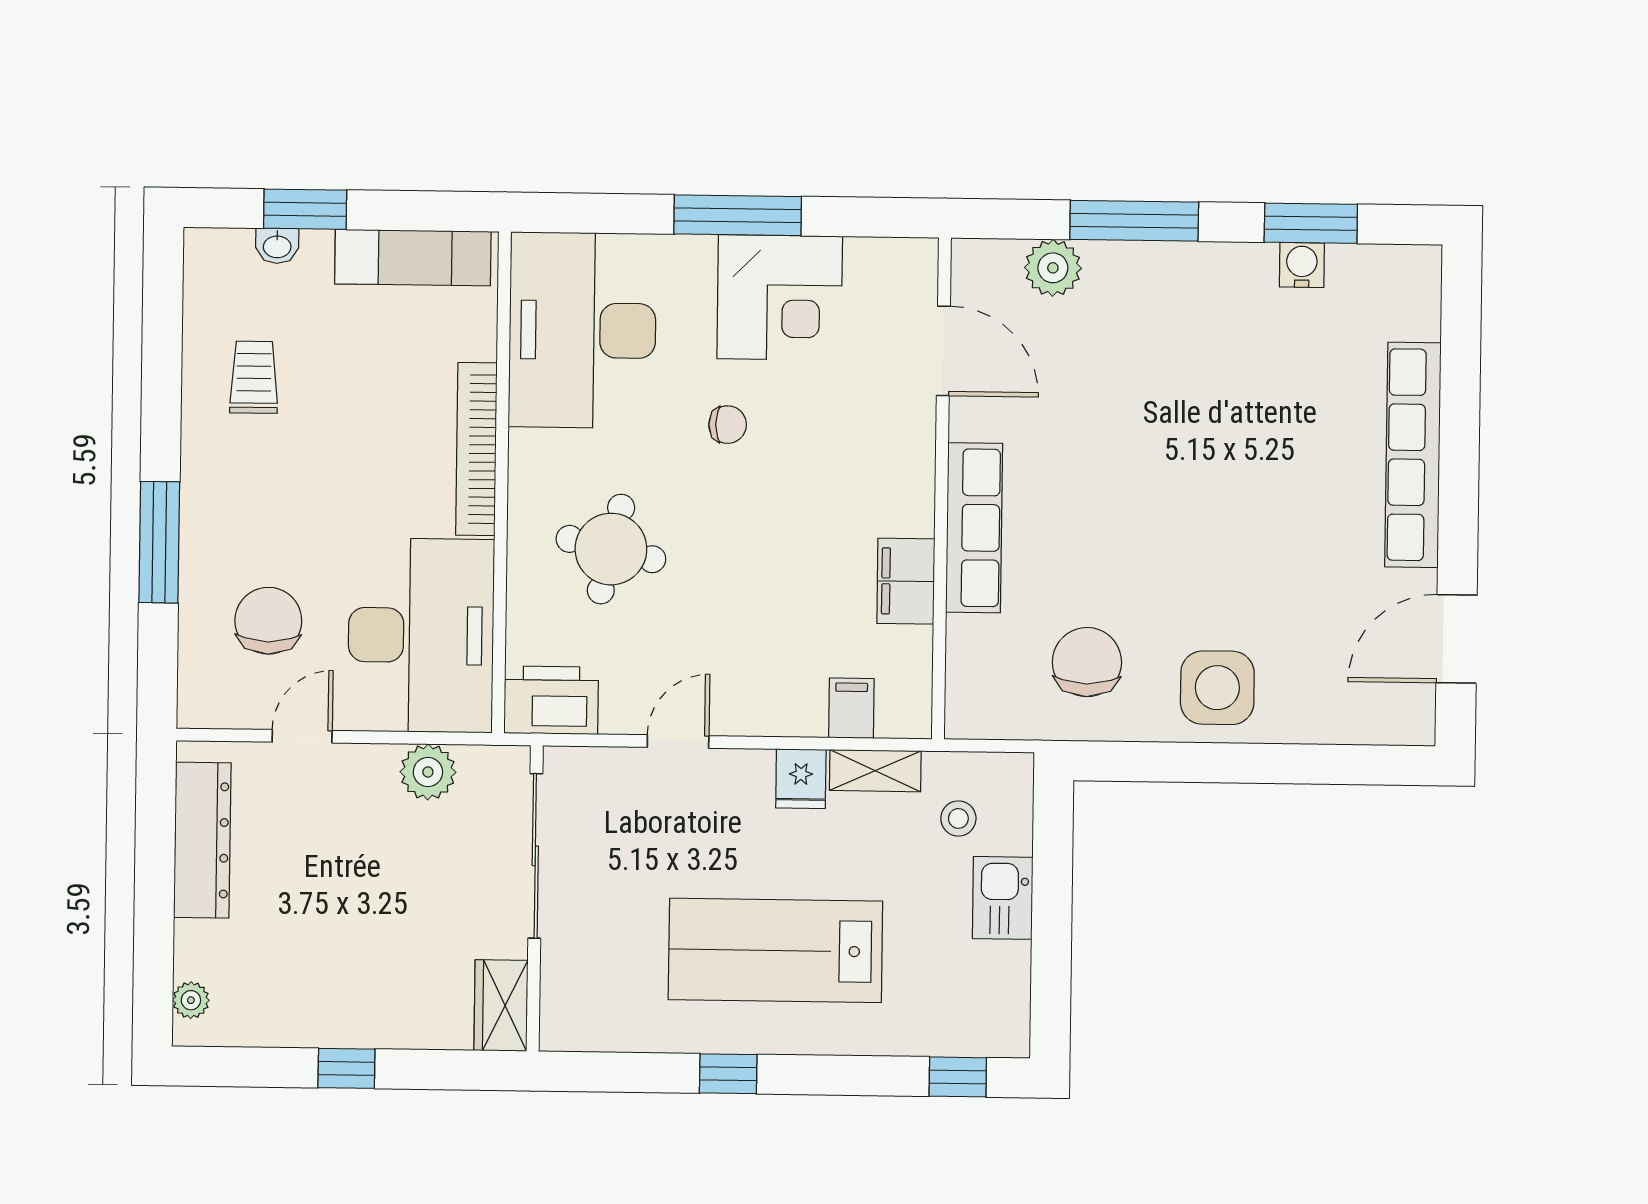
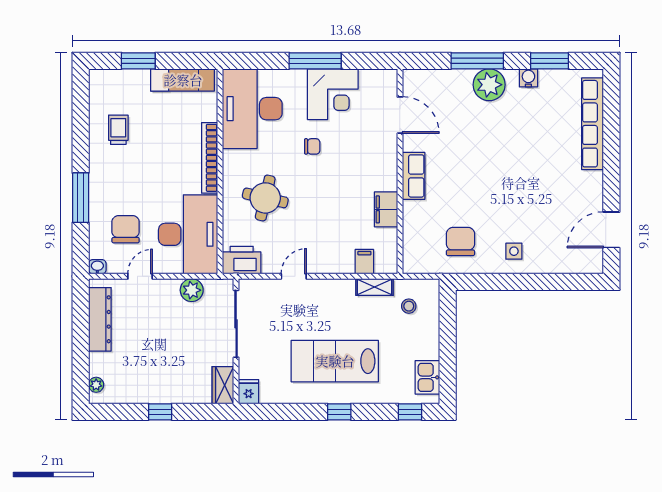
washbasin: (277, 246) -> (97, 267), moved, turned 180
water cooler: (1302, 265) -> (528, 78), moved
plant: (1053, 268) -> (489, 85), moved, width x1.36, depth x1.36
row of seats: (1413, 455) -> (593, 124), moved
row of seats: (974, 528) -> (414, 176), width x0.68
side table: (1217, 688) -> (514, 251), width x0.54, depth x0.54
fridge: (801, 779) -> (249, 392), moved, turned 180
kitchen sink: (1003, 898) -> (427, 377), moved
window: (728, 1074) -> (339, 412), moved

